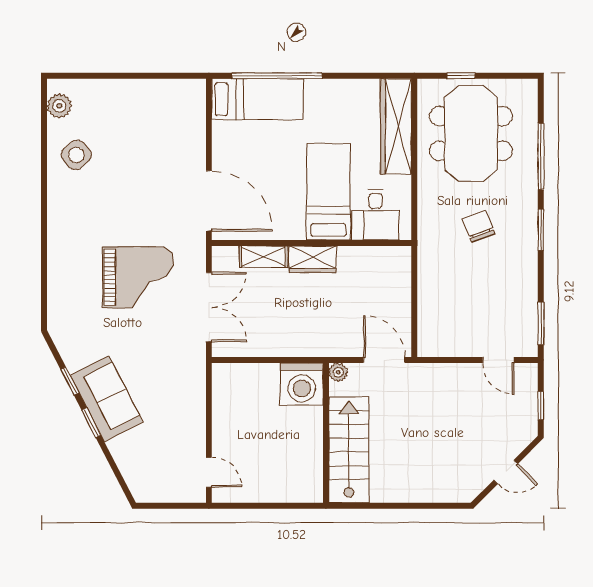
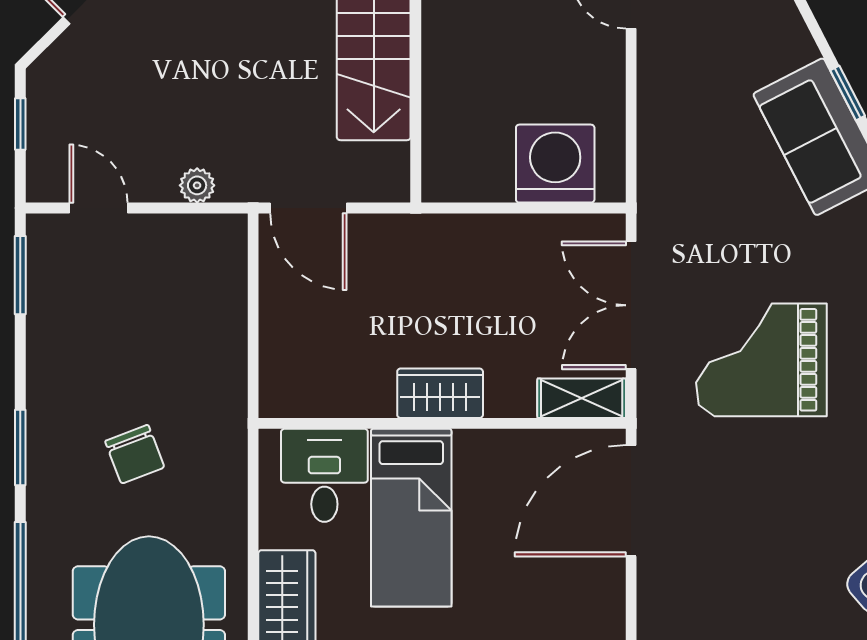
door: (209, 201) -> (631, 501), hinge flipped
shelving: (263, 257) -> (582, 398), moved
plant: (338, 372) -> (197, 185), moved
washing machine: (302, 384) -> (555, 164), moved

